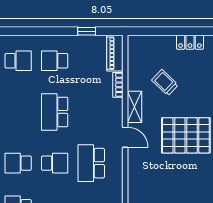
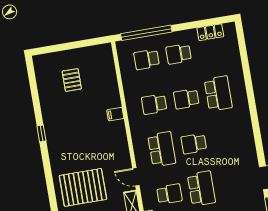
school desk: (18, 163) -> (169, 194), moved

